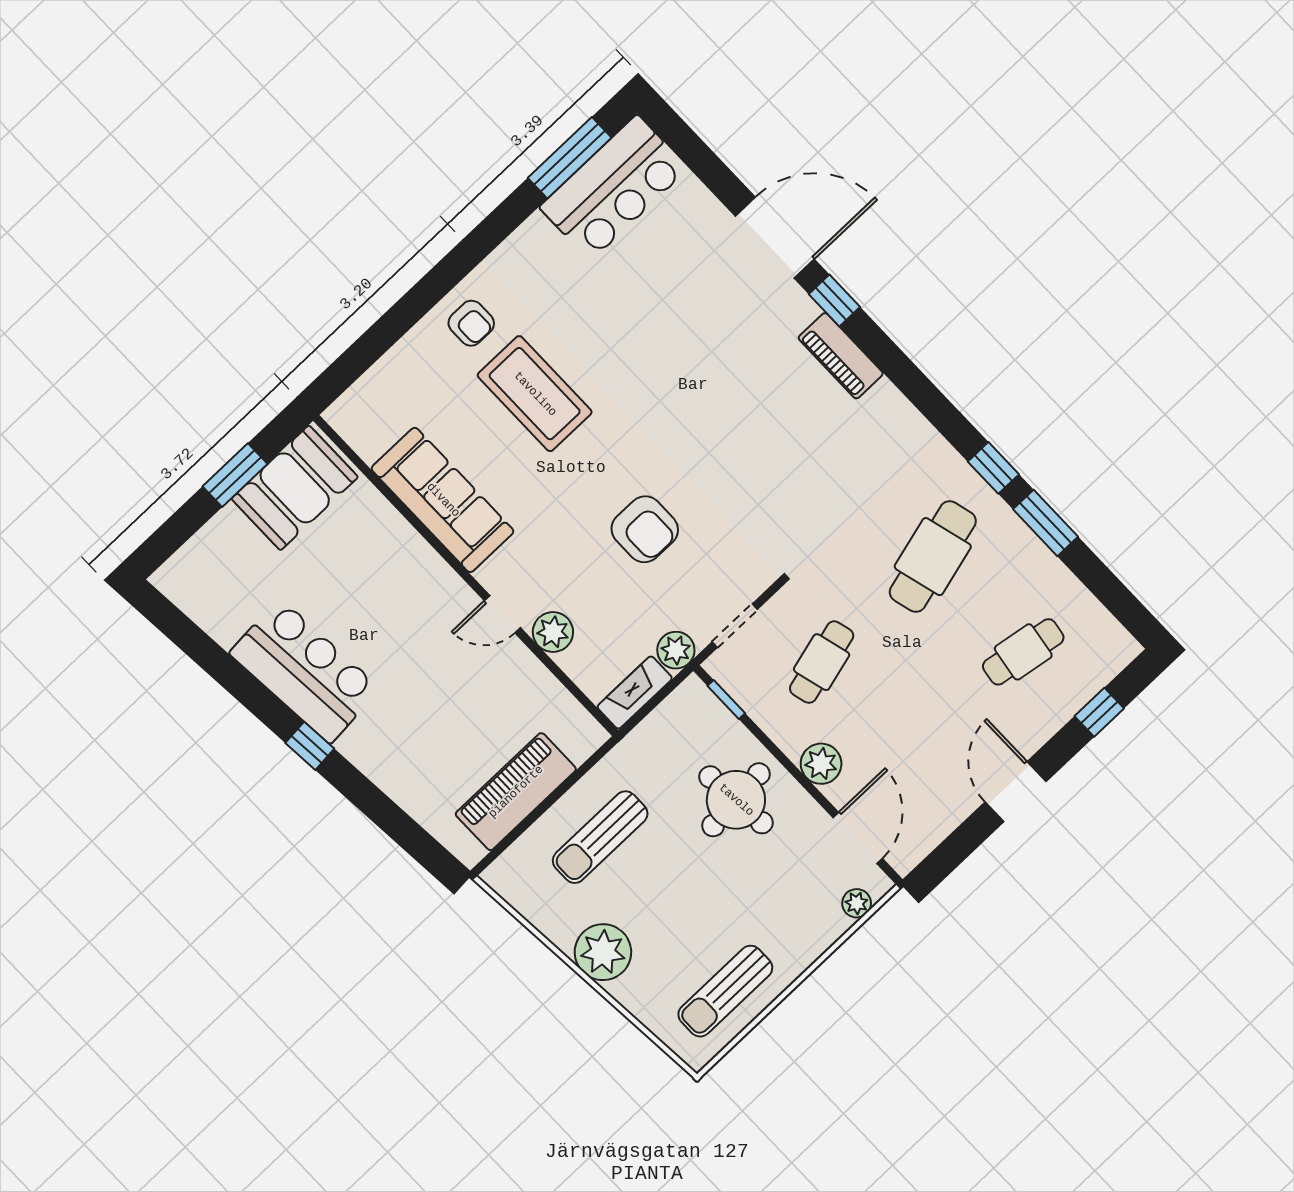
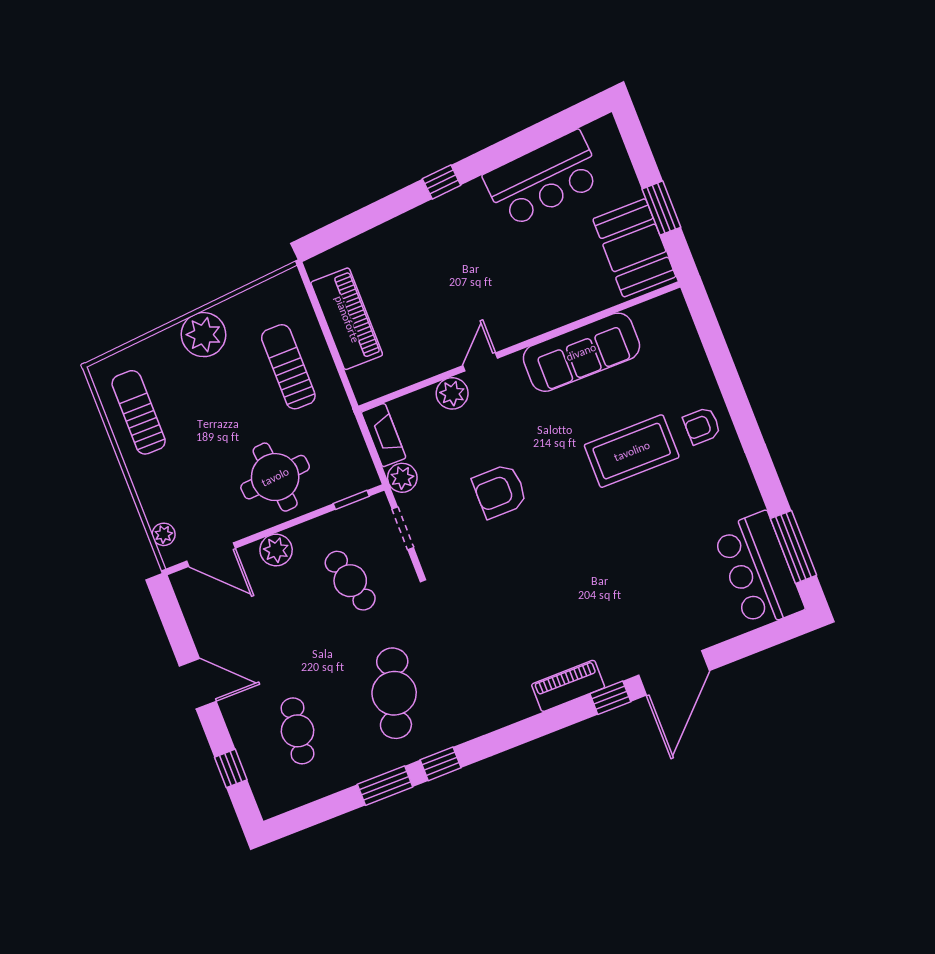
cafe table: (933, 557) -> (394, 693), turned 33
bar counter: (305, 671) -> (543, 179), moved

